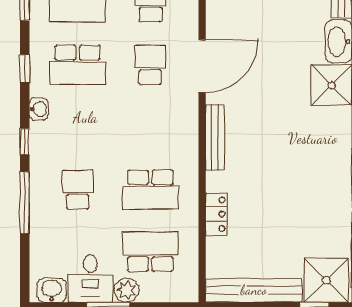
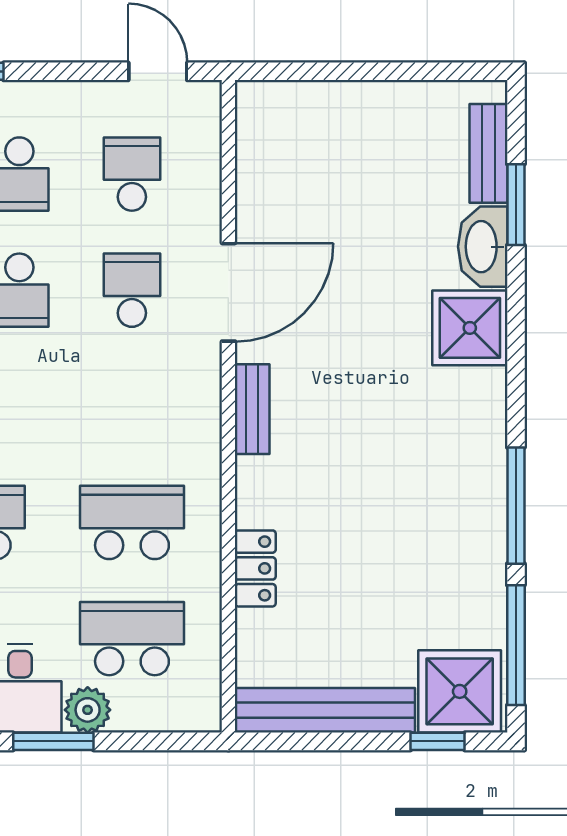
bench: (215, 138) -> (252, 409), width x0.73
school desk: (150, 190) -> (132, 522), turned 180

